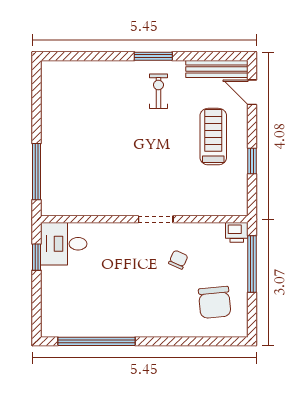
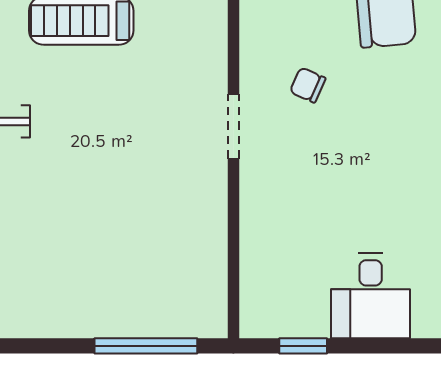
desk: (64, 244) -> (371, 296), moved

